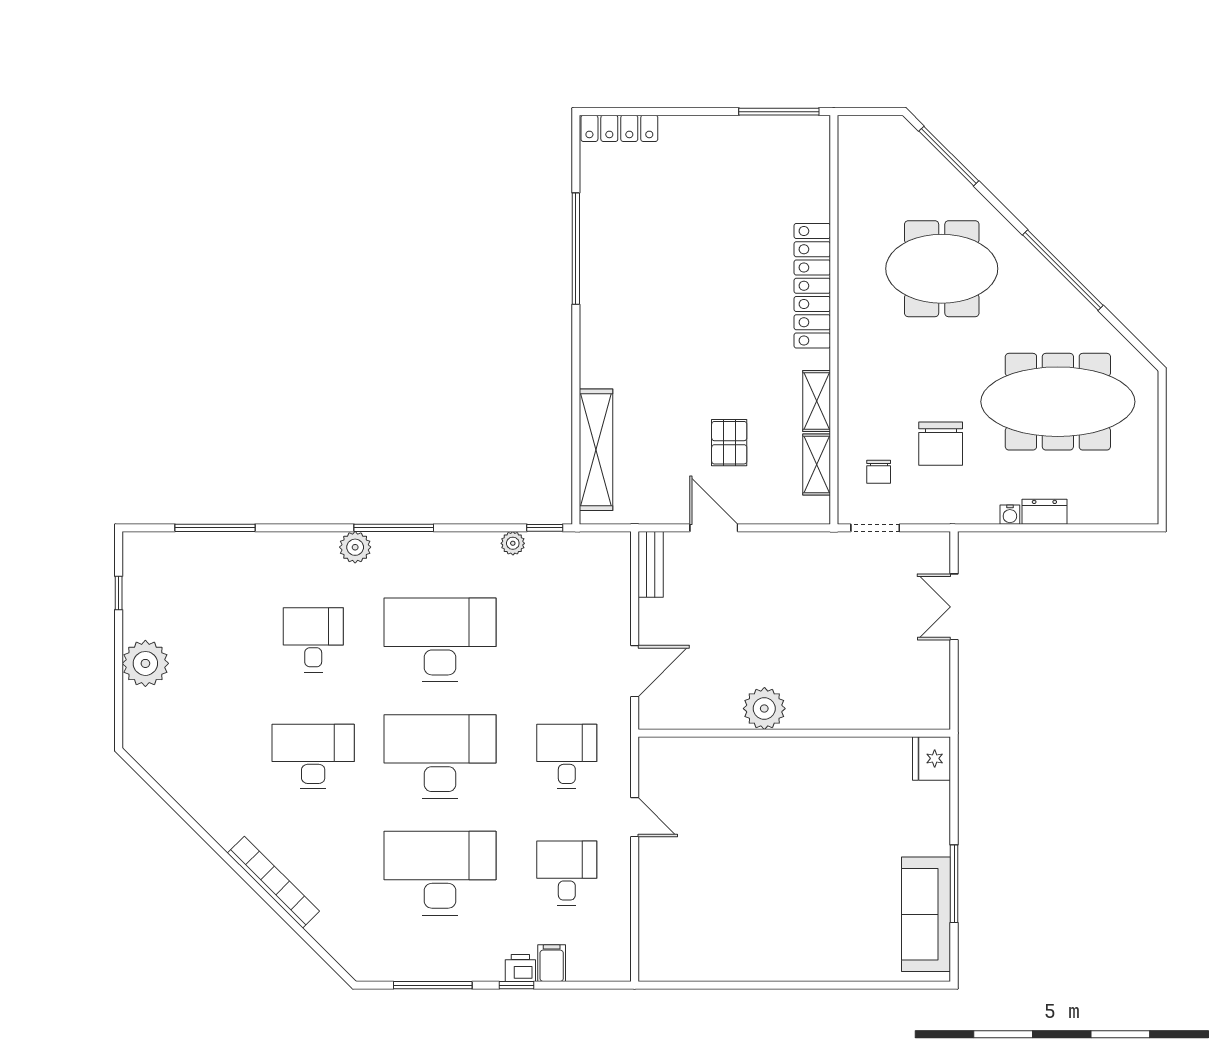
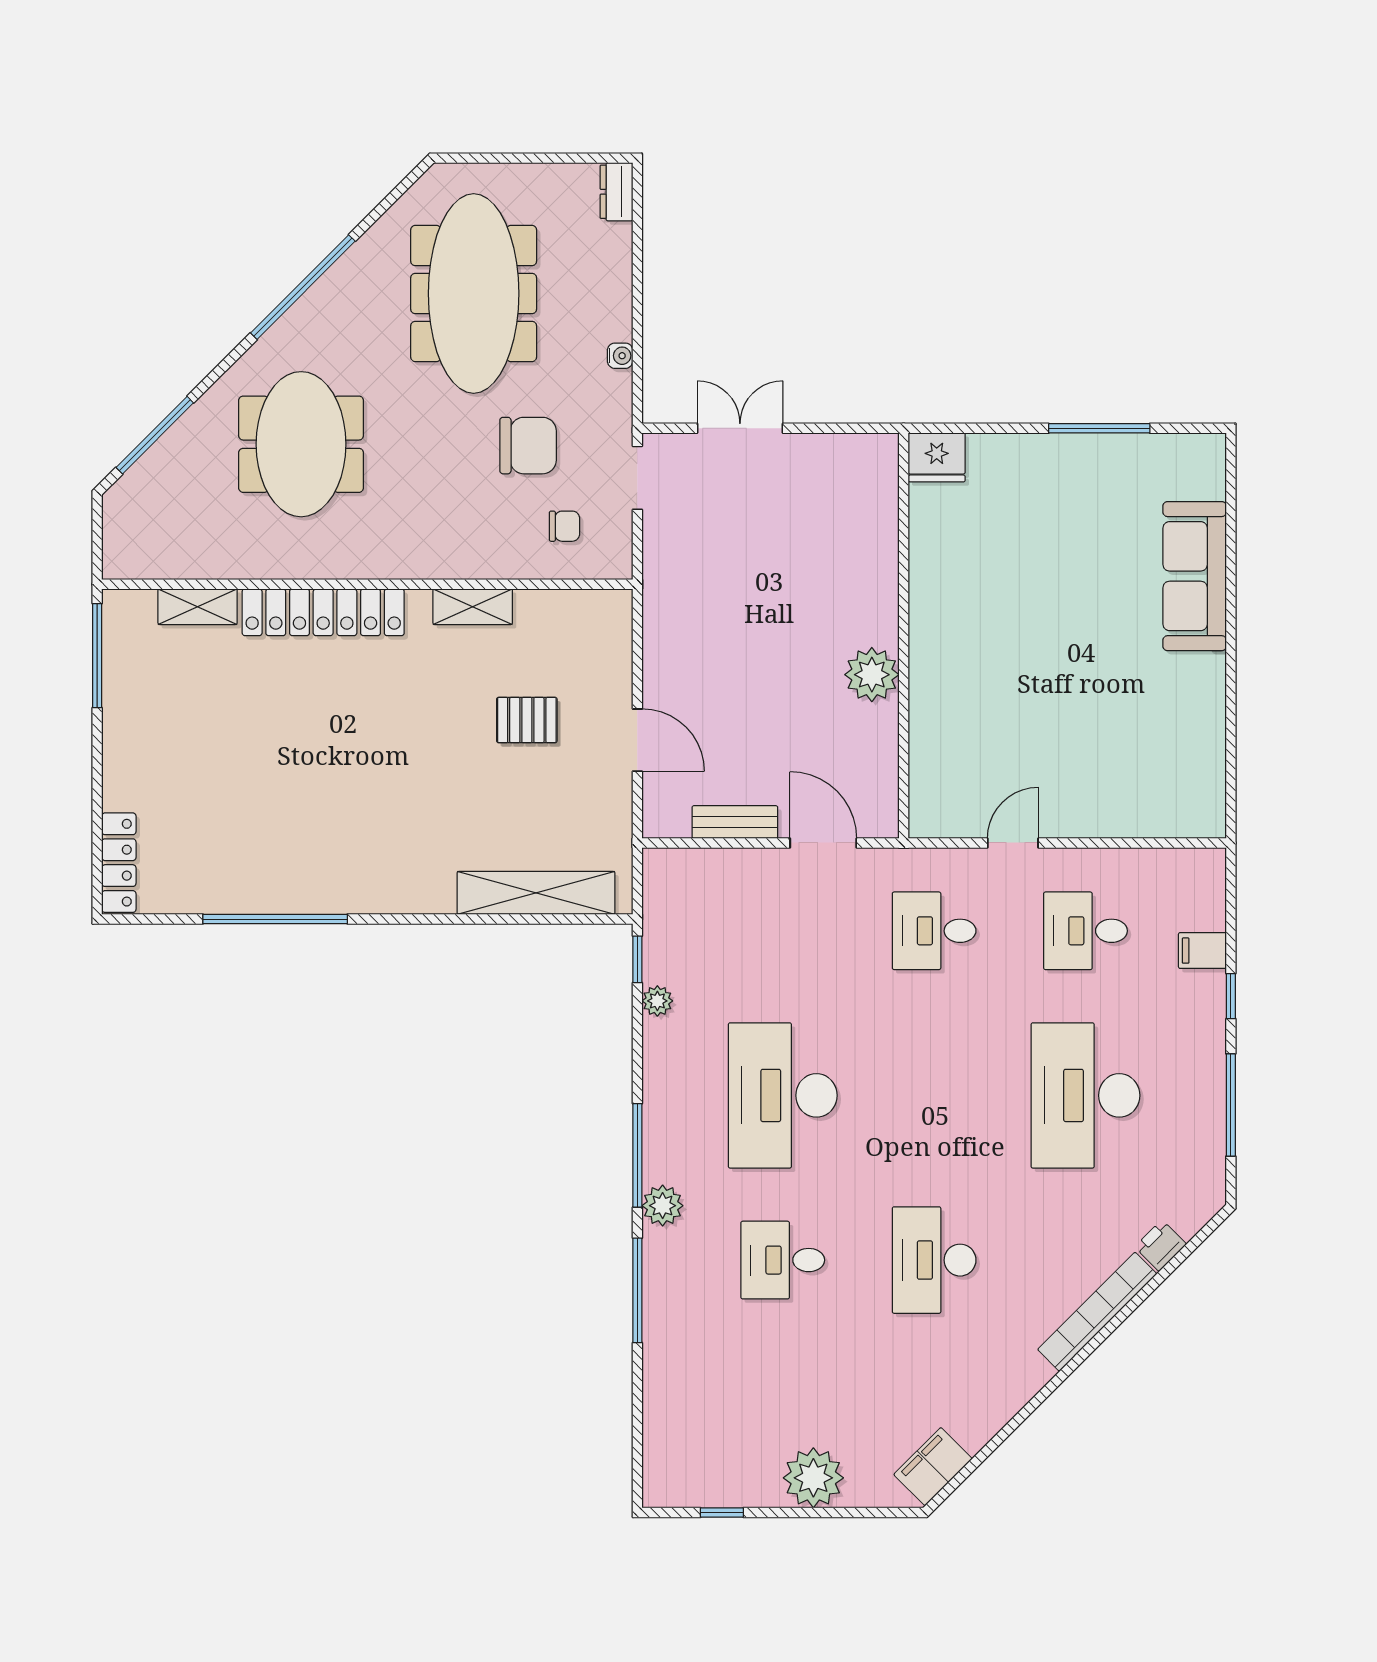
shelving: (817, 464) -> (198, 607), moved
dresser: (1044, 512) -> (616, 192), moved
window: (215, 528) -> (637, 1290), moved
door: (714, 528) -> (637, 740), swing flipped
doorway: (875, 528) -> (637, 478), moved
bench: (651, 564) -> (735, 822), moved
double door: (954, 607) -> (740, 428), swing flipped
filing cabinet: (154, 756) -> (933, 1467), added
desk: (440, 756) -> (934, 1095), removed
sofa: (926, 914) -> (1195, 576), moved, turned 90
printer: (520, 968) -> (1161, 1245), moved, turned 45

